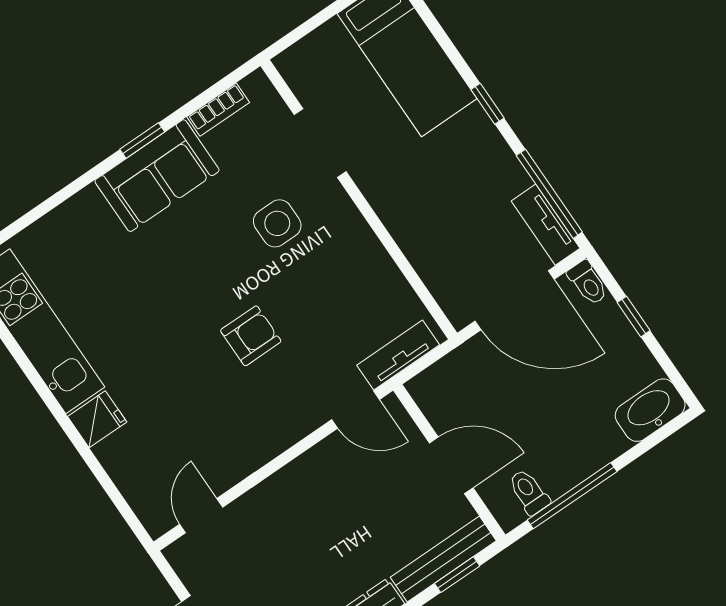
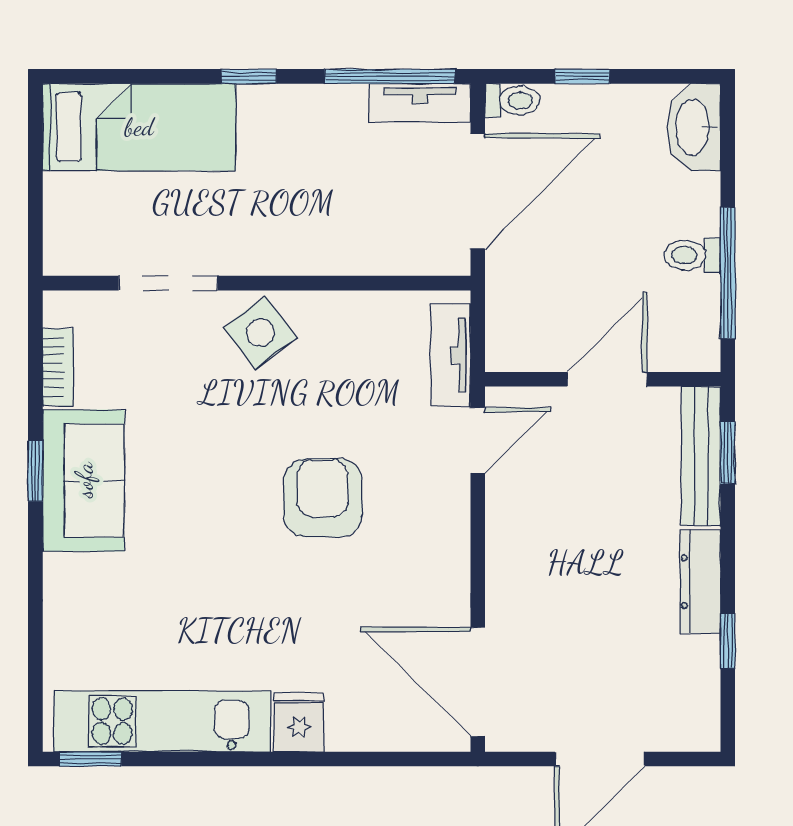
side table: (277, 223) -> (260, 333), moved, turned -37
armchair: (251, 336) -> (323, 498), width x1.38, depth x1.38
toilet: (529, 492) -> (692, 255), moved
door: (201, 516) -> (478, 682), width x1.88

